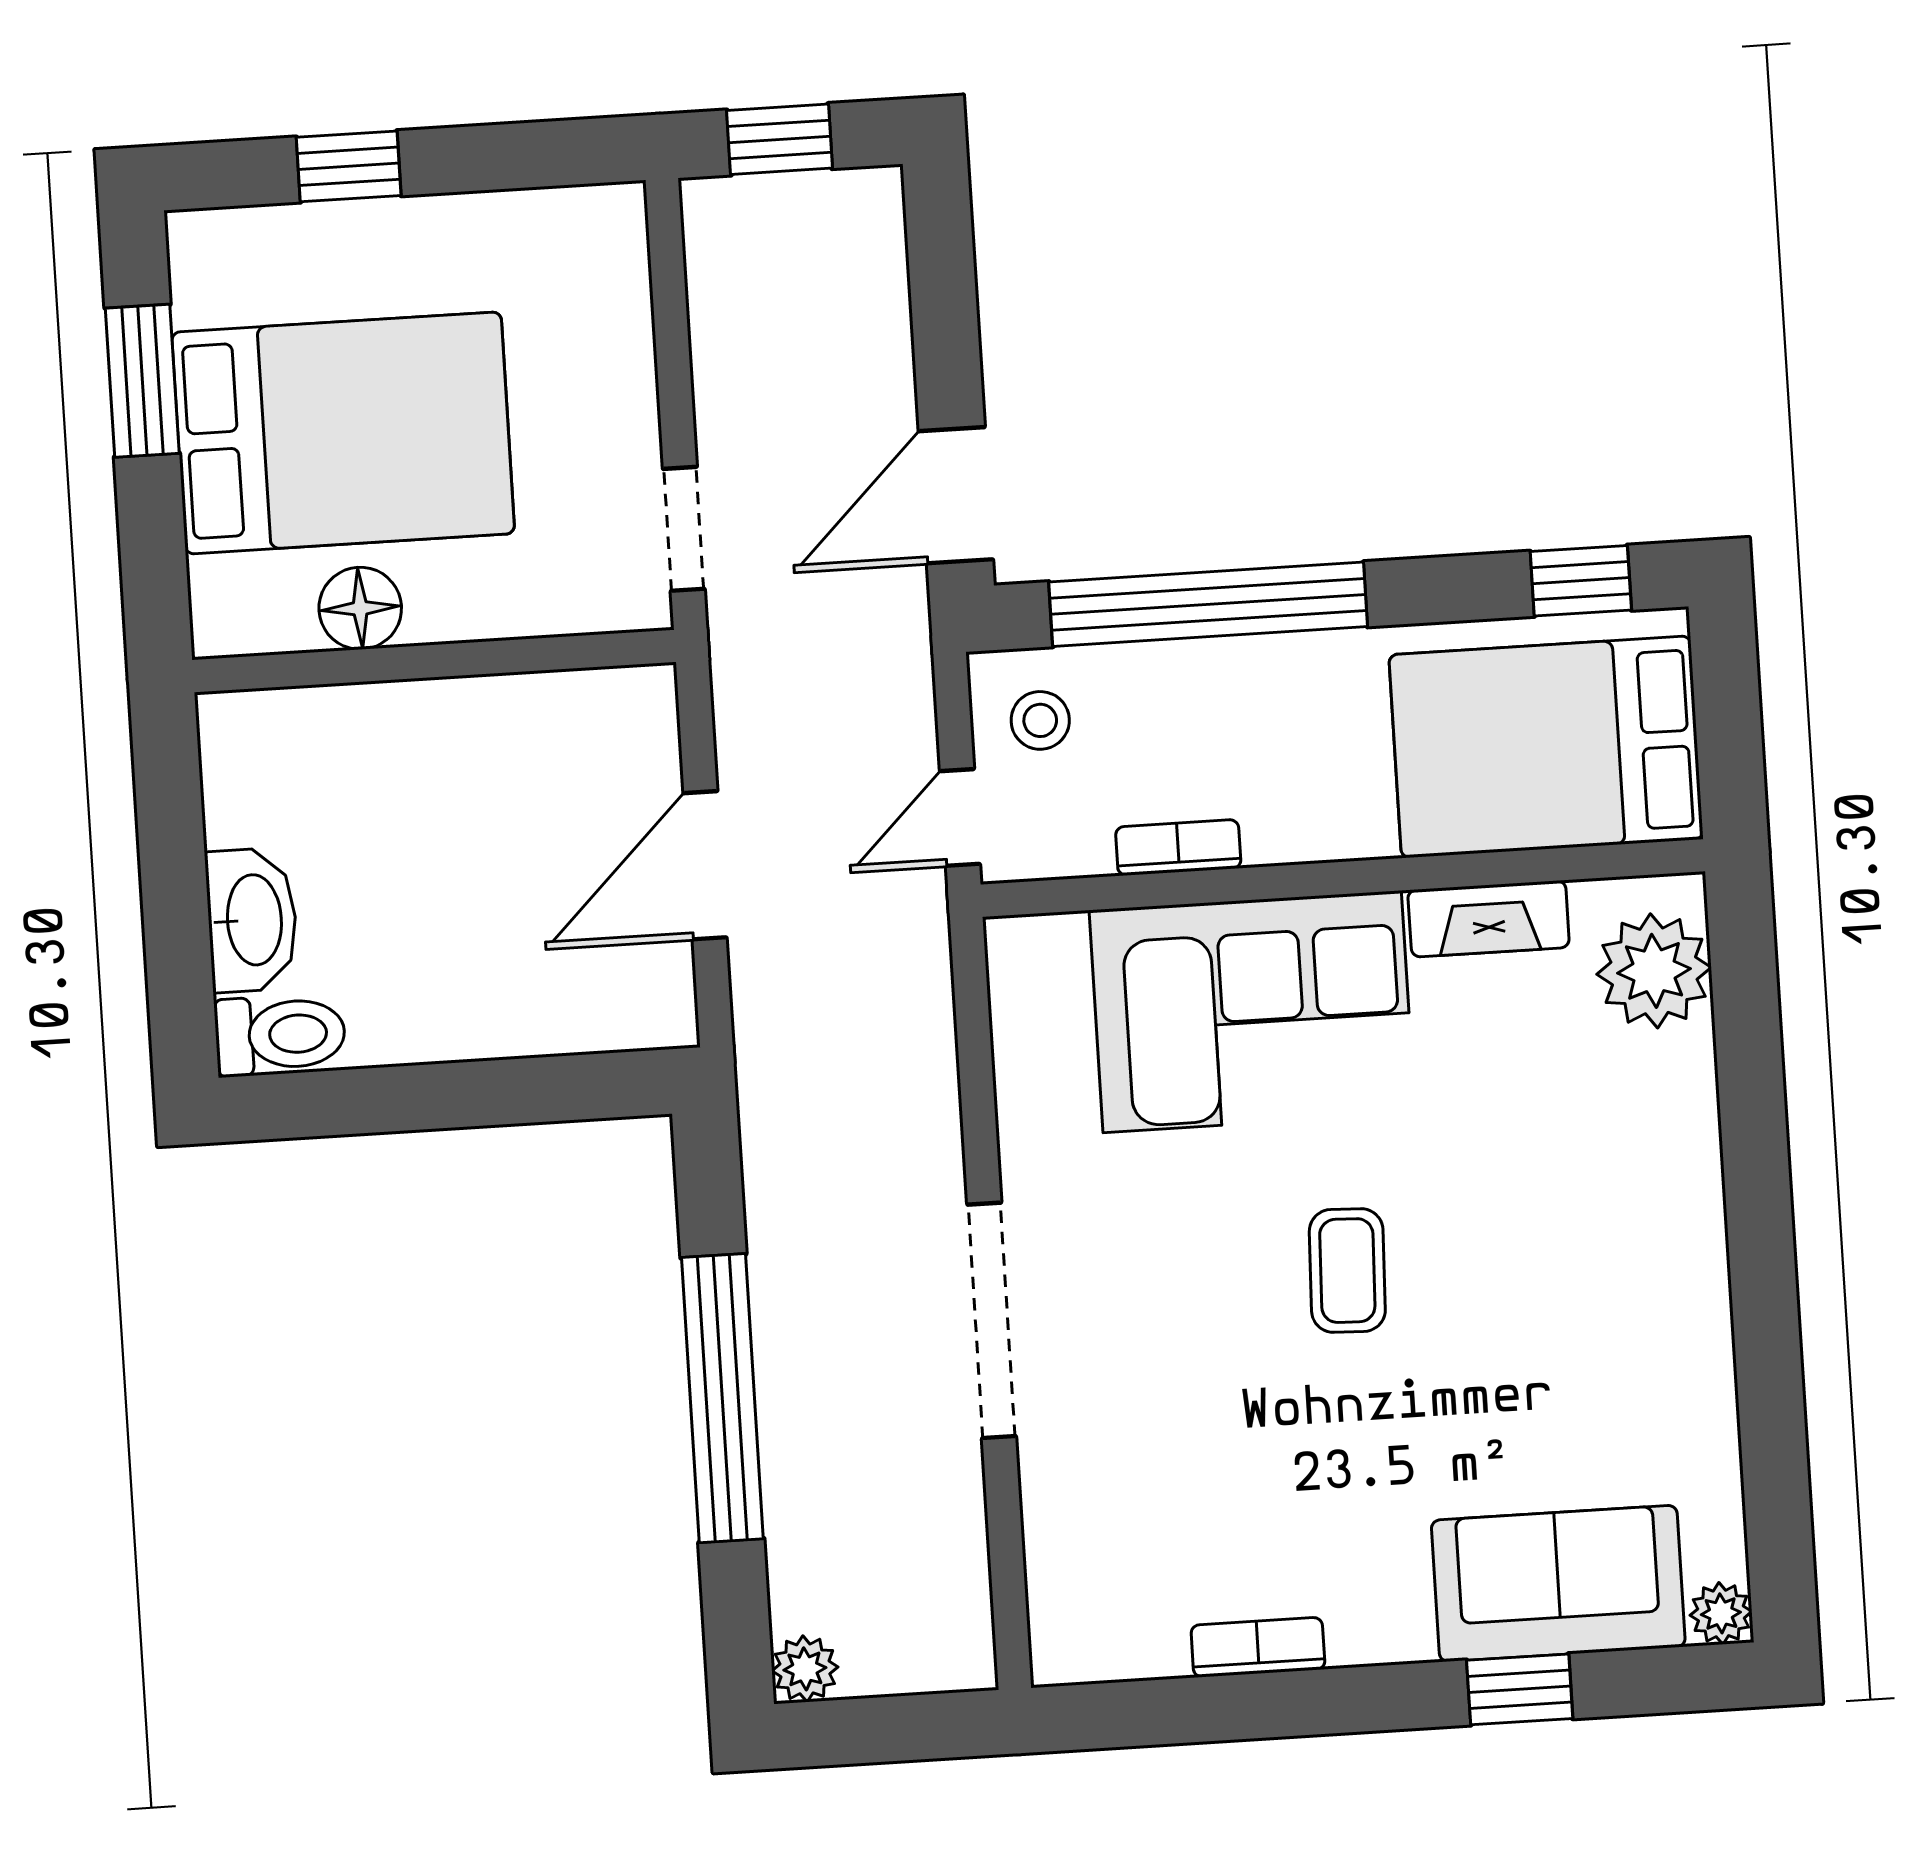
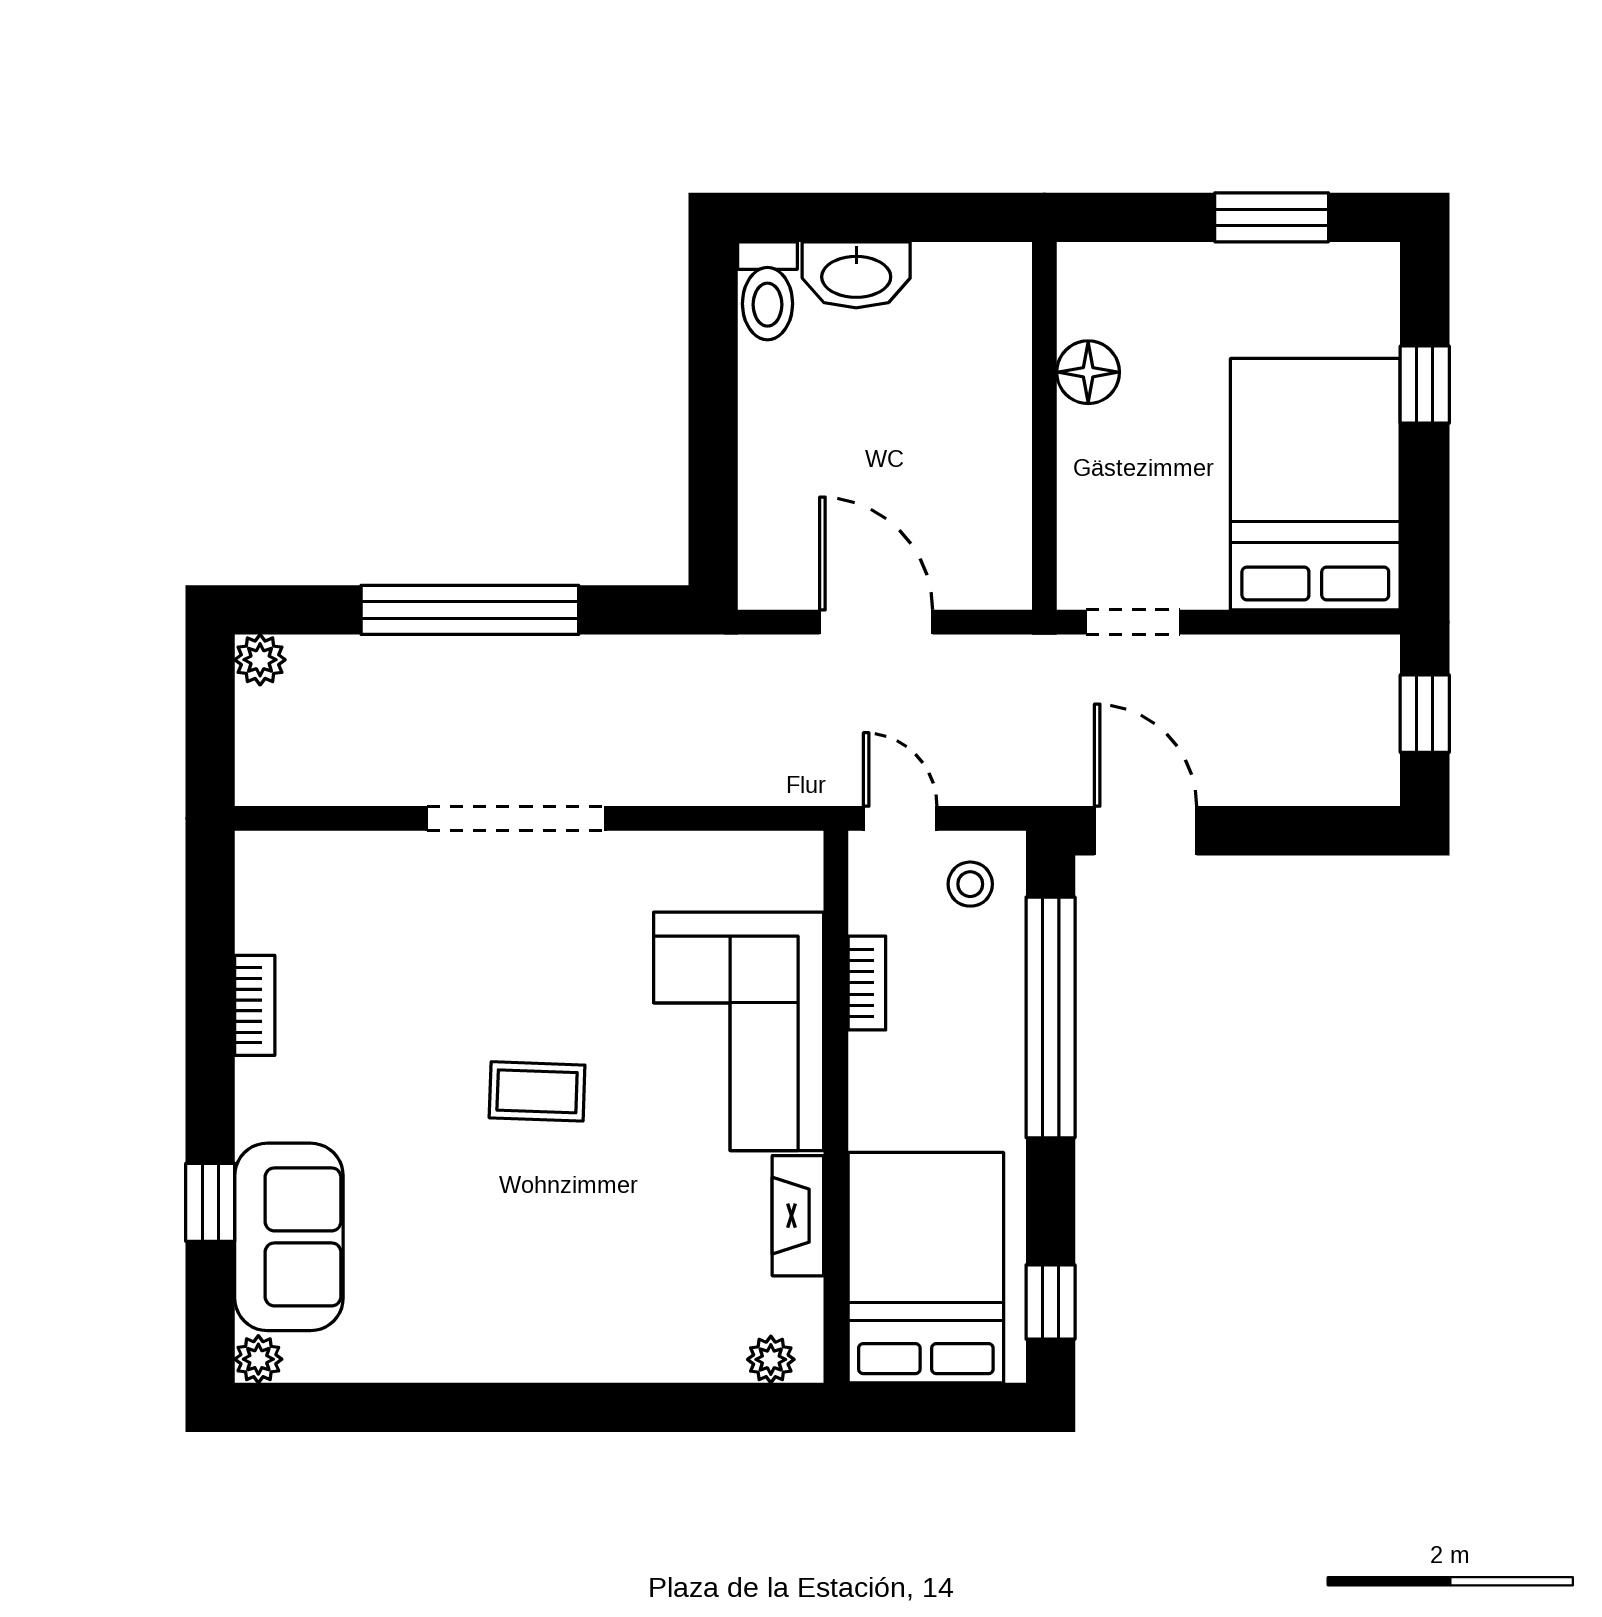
bed: (343, 433) -> (1315, 484), moved, turned 180
plant: (1654, 971) -> (771, 1359), width x0.53, depth x0.53

